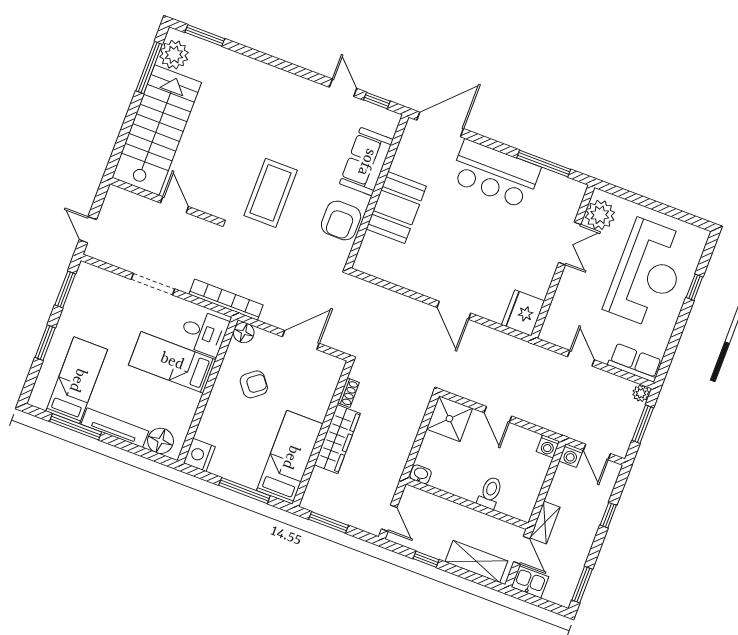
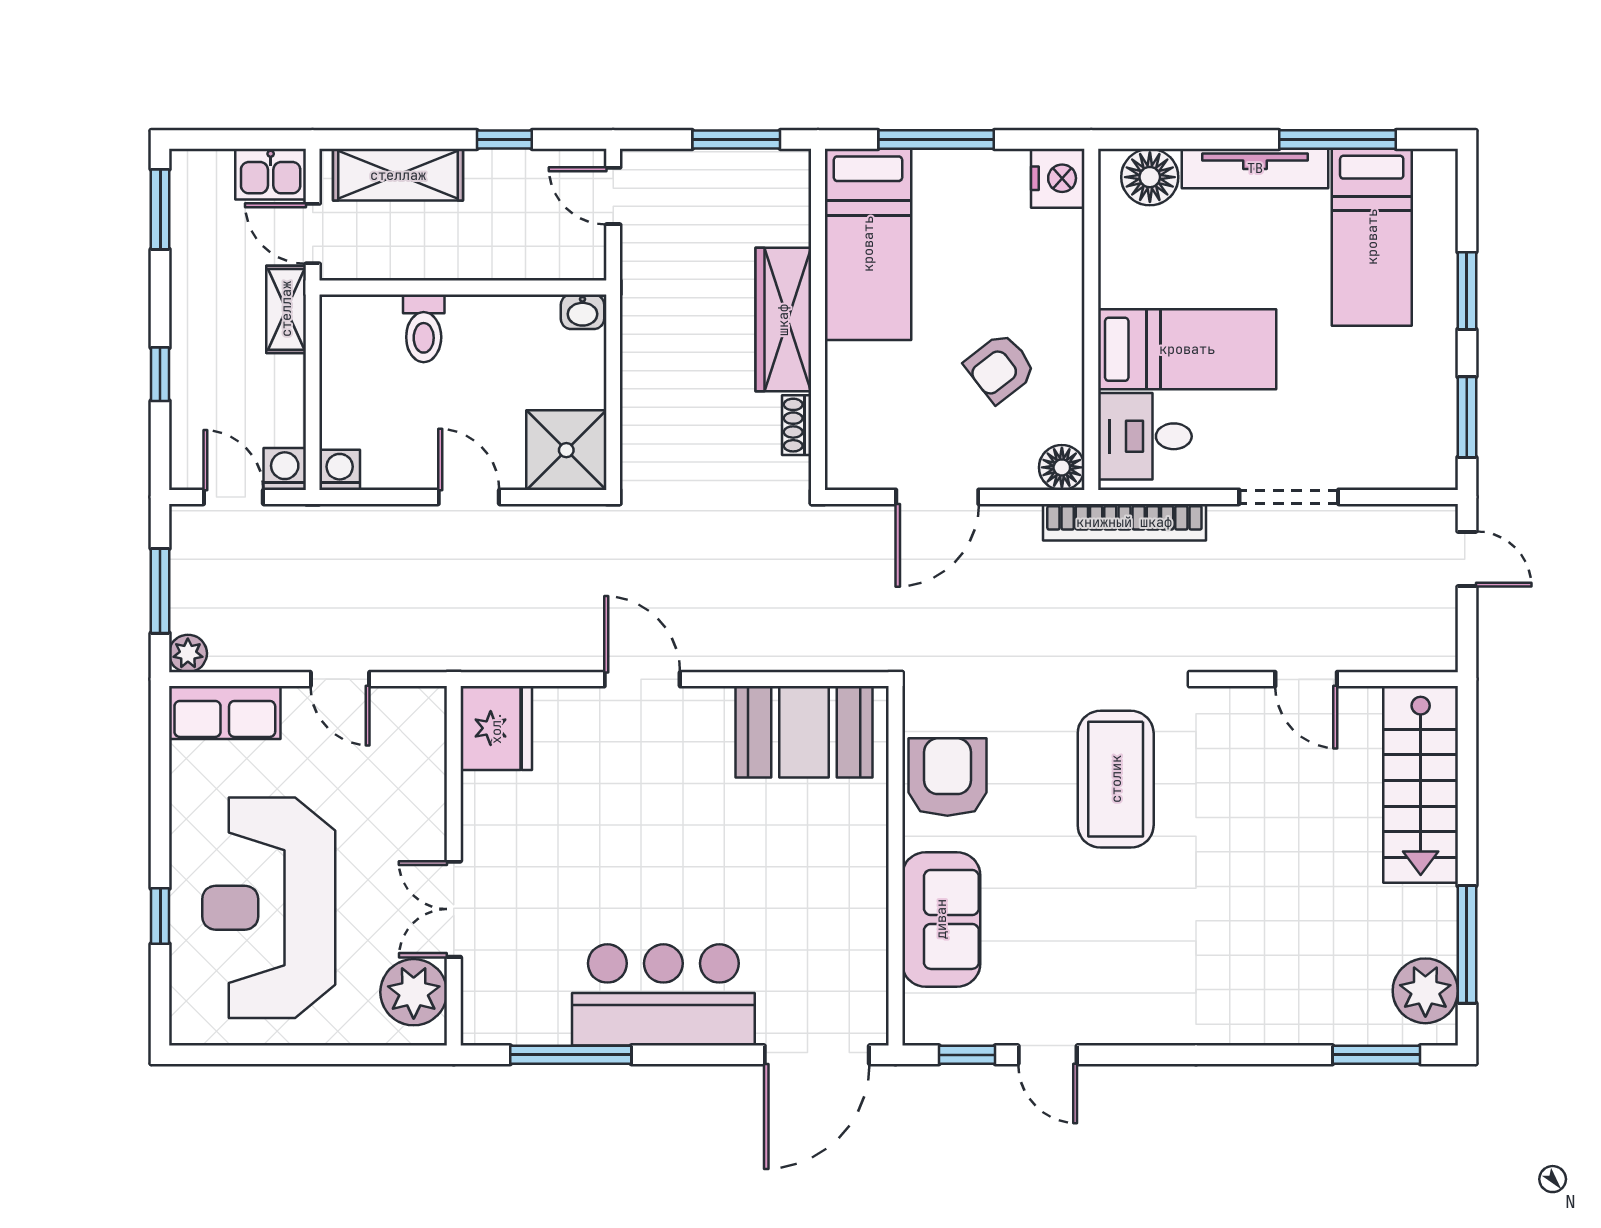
stairs: (157, 130) -> (1421, 784), width x0.73, depth x0.66
booth: (396, 208) -> (804, 732), moved, turned 90

